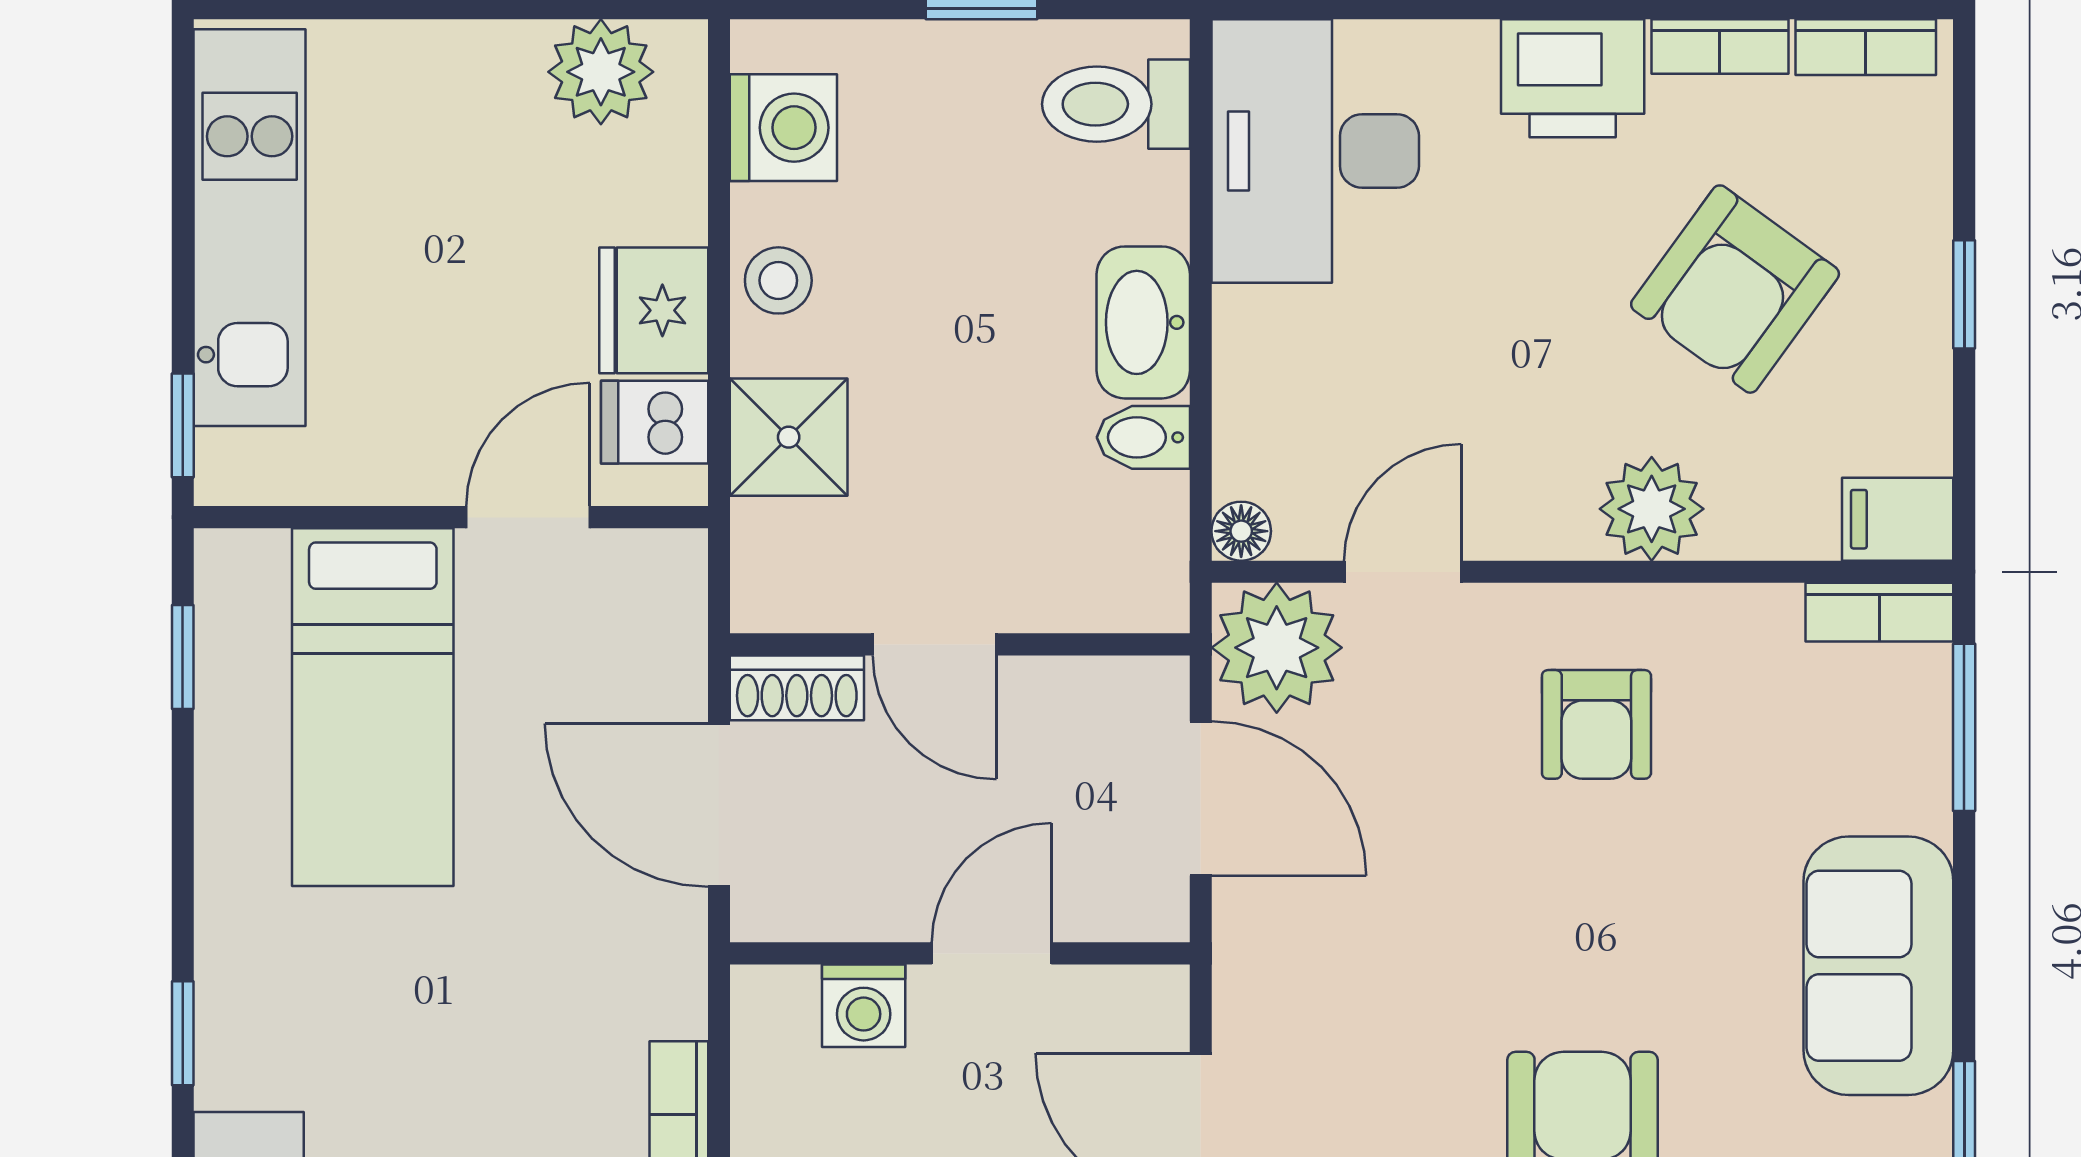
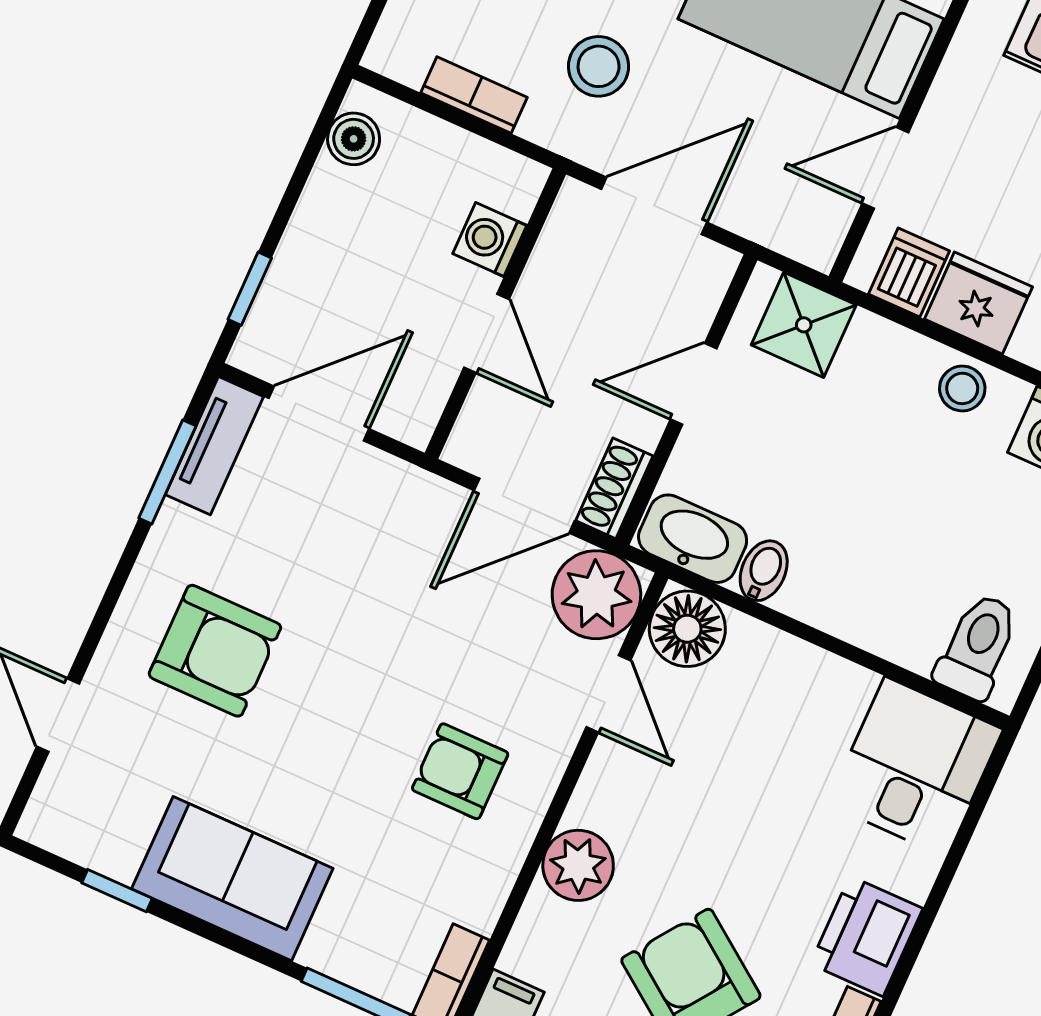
desk: (1315, 151) -> (915, 767), width x0.73
washbasin: (1143, 322) -> (693, 539), moved
shower: (789, 437) -> (804, 325), moved
door: (528, 517) -> (885, 168), swing flipped
floor lamp: (1241, 531) -> (687, 629), width x1.89, depth x1.89
shoe rack: (797, 688) -> (614, 488), moved
stool: (565, 964) -> (599, 66), added

